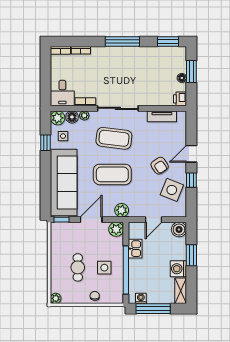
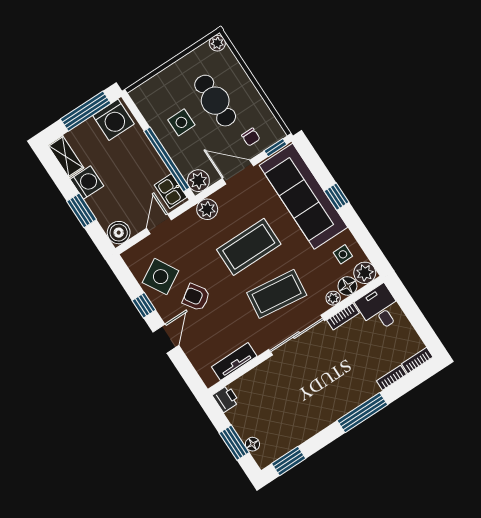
window: (122, 42) -> (362, 413), moved
floor lamp: (182, 78) -> (252, 444), moved
window: (46, 143) -> (337, 197), moved
side table: (172, 190) -> (161, 277), turned 38
door: (91, 220) -> (238, 172), swing flipped
kitchen sink: (135, 249) -> (171, 191), moved
cafe table: (78, 267) -> (215, 101), width x1.37, depth x1.35
window: (126, 270) -> (167, 159), moved
chair: (95, 296) -> (251, 137), moved
washing machine: (141, 298) -> (114, 120), width x1.89, depth x1.89

